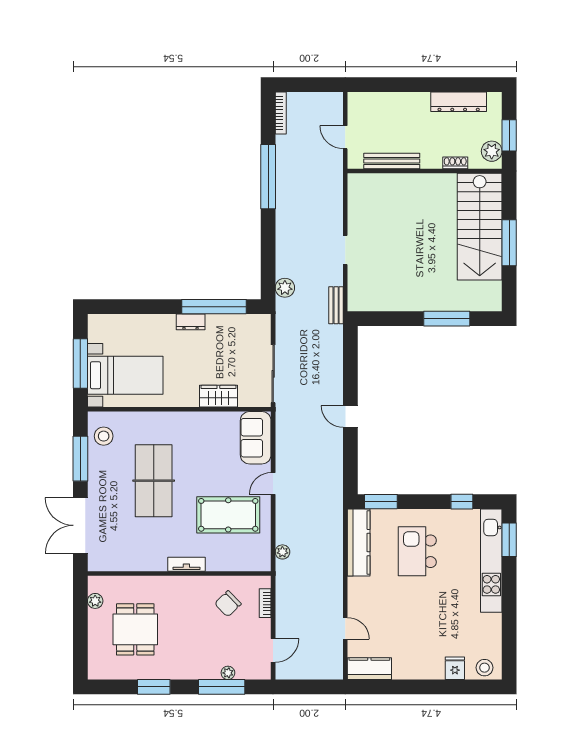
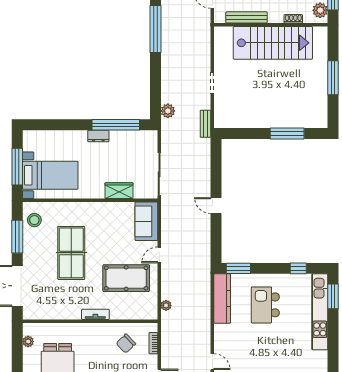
stairs: (480, 227) -> (273, 43), moved, turned -90

